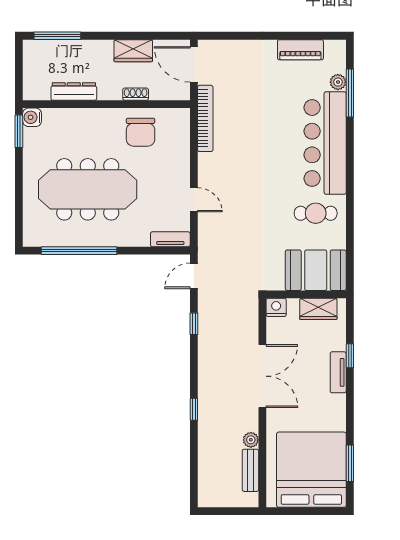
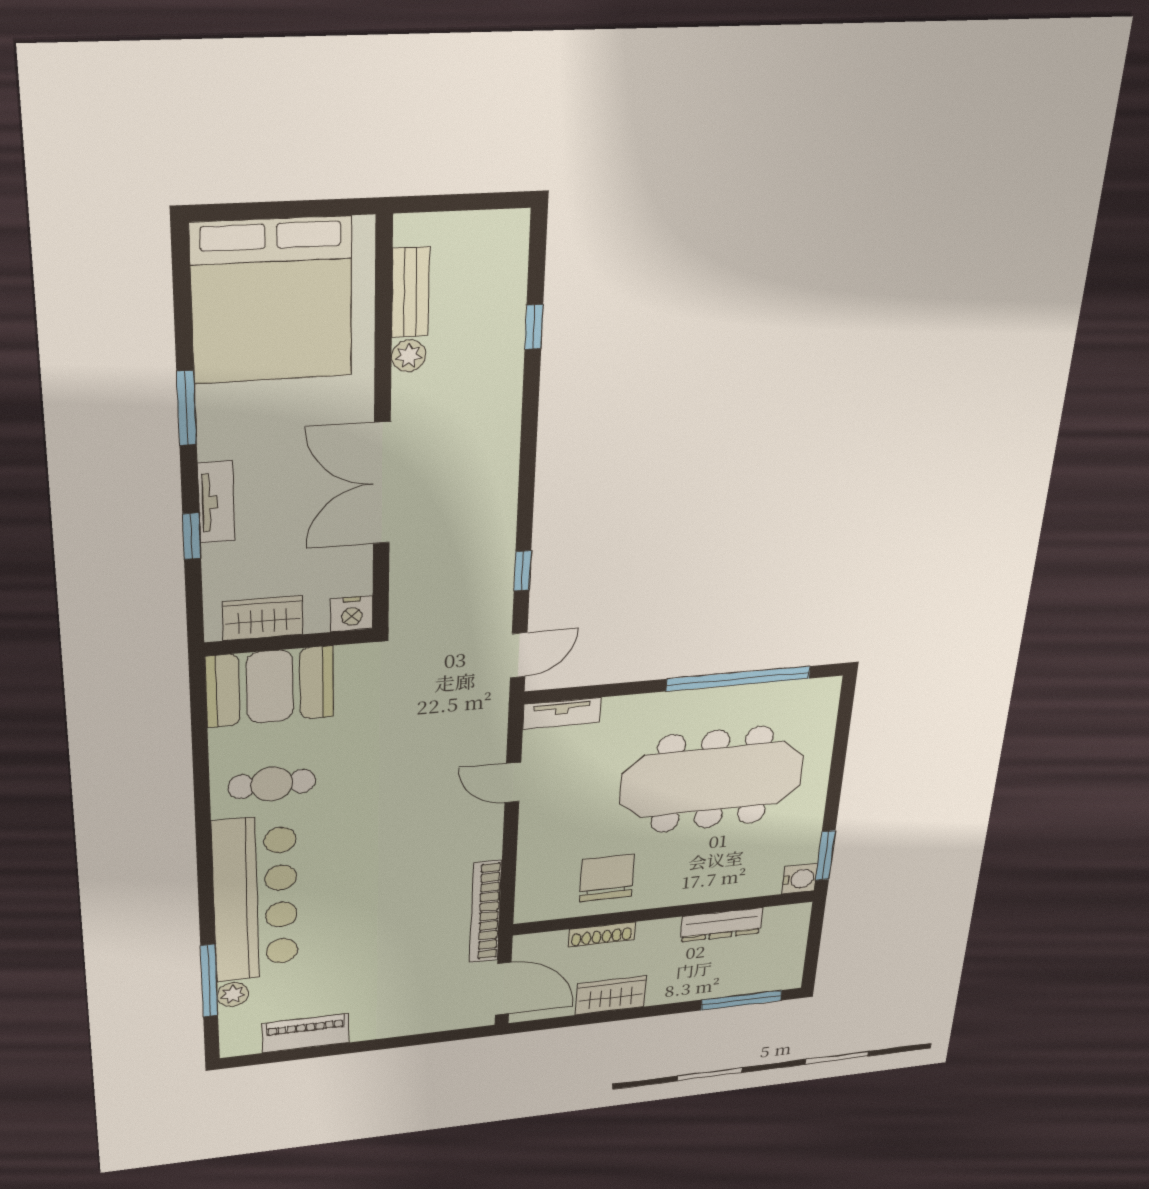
shoe rack: (136, 94) -> (602, 934), width x1.43
window: (194, 409) -> (534, 327), moved
window: (350, 463) -> (187, 408), moved

